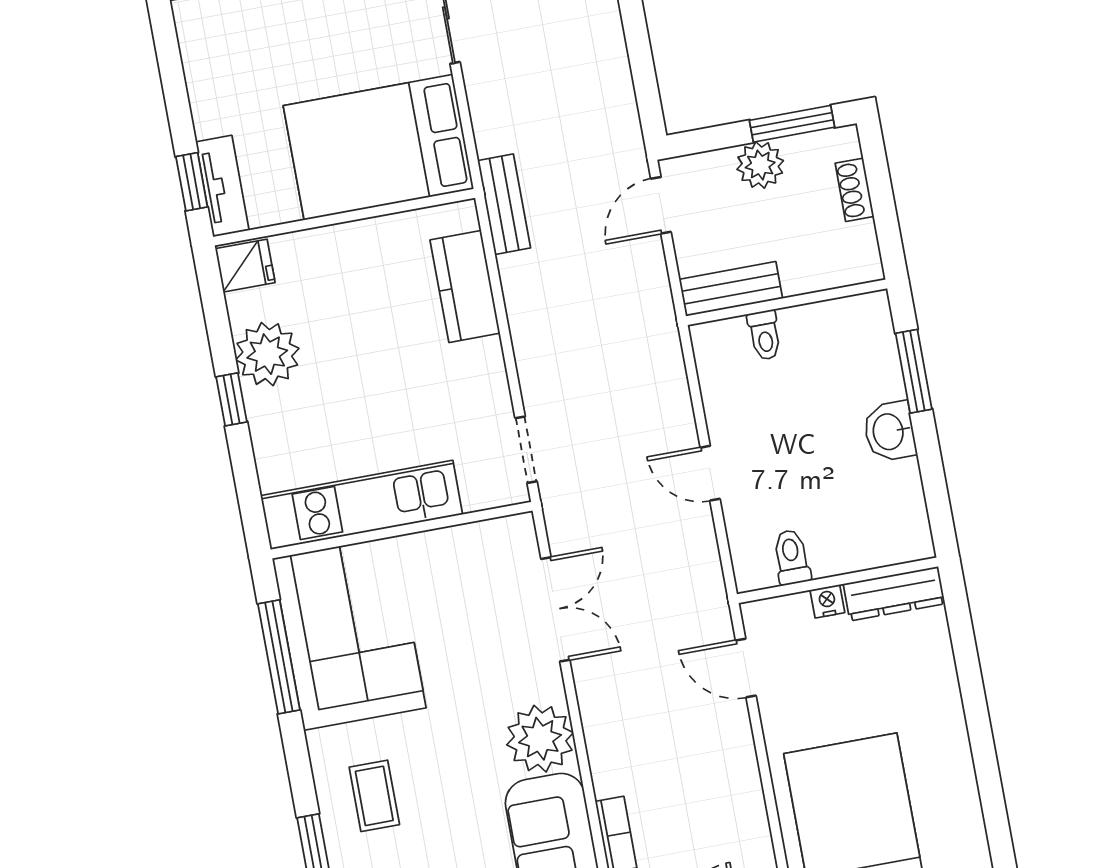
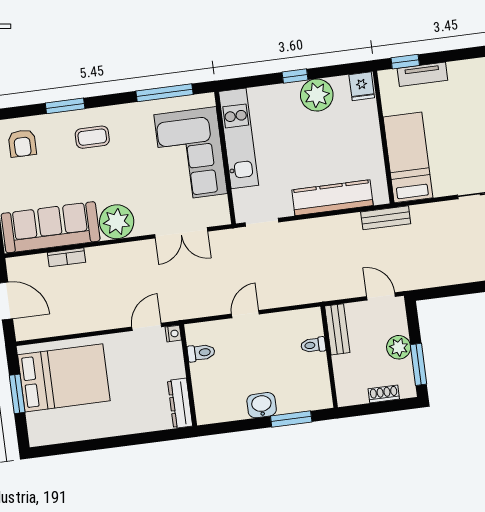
bed: (378, 147) -> (408, 157), width x0.67
tv unit: (222, 186) -> (422, 74), moved
kitchen counter: (465, 286) -> (332, 198), width x1.50
nightstand: (827, 601) -> (173, 334), moved
corner sofa: (349, 633) -> (191, 154), moved, turned 90

